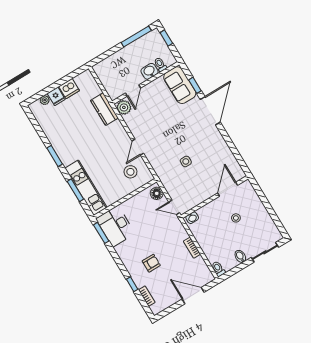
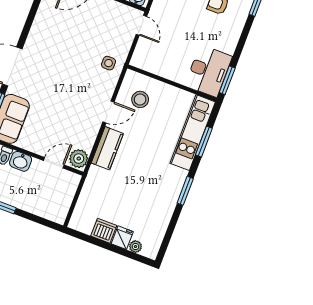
kitchen counter: (104, 109) -> (107, 148), moved
side table: (186, 161) -> (109, 63), moved
floor lamp: (157, 193) -> (141, 55), removed

